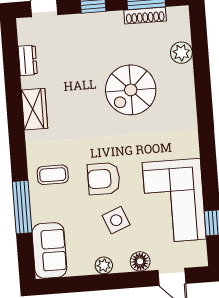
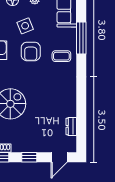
wardrobe: (35, 109) -> (69, 97), removed
armchair: (104, 179) -> (31, 51), turned 90

